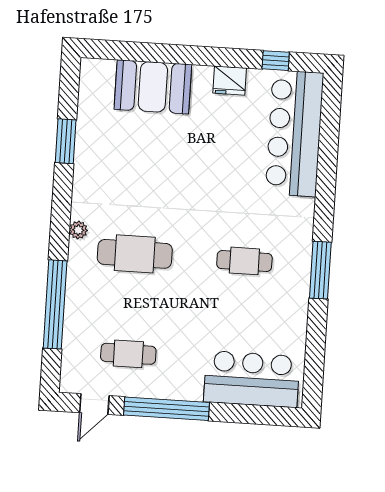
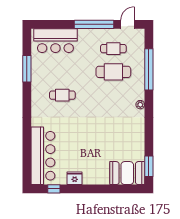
booth: (153, 87) -> (127, 173), moved
window: (66, 141) -> (149, 166), moved
cafe table: (135, 254) -> (113, 72), moved
window: (320, 270) -> (27, 69), moved

